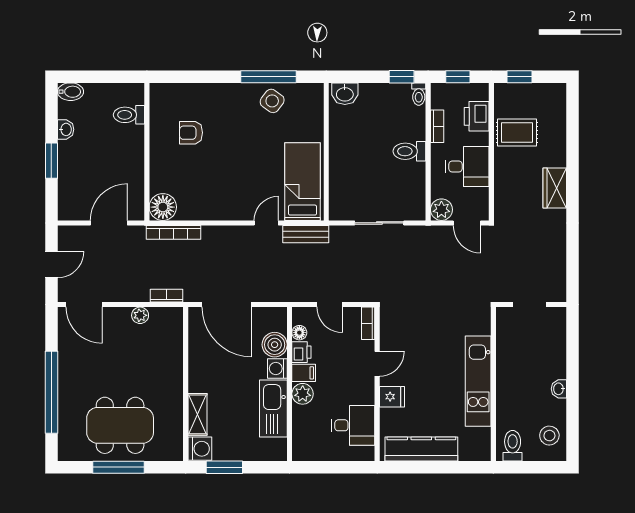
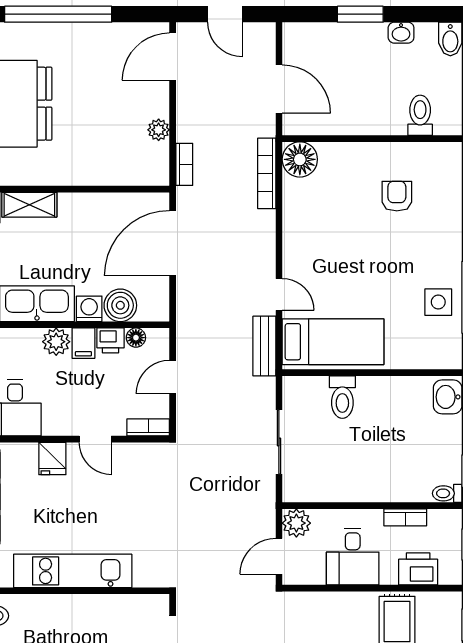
side table: (272, 101) -> (438, 302), turned -36
toilet: (409, 151) -> (342, 397), moved, turned 180

